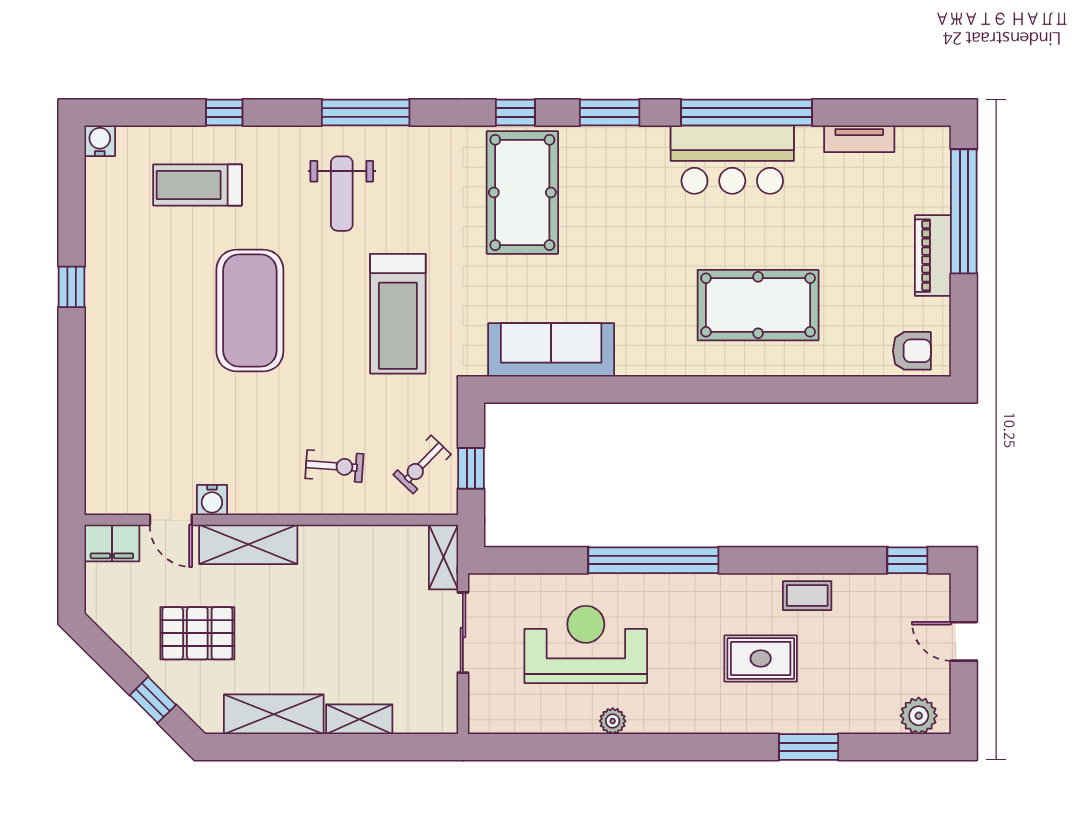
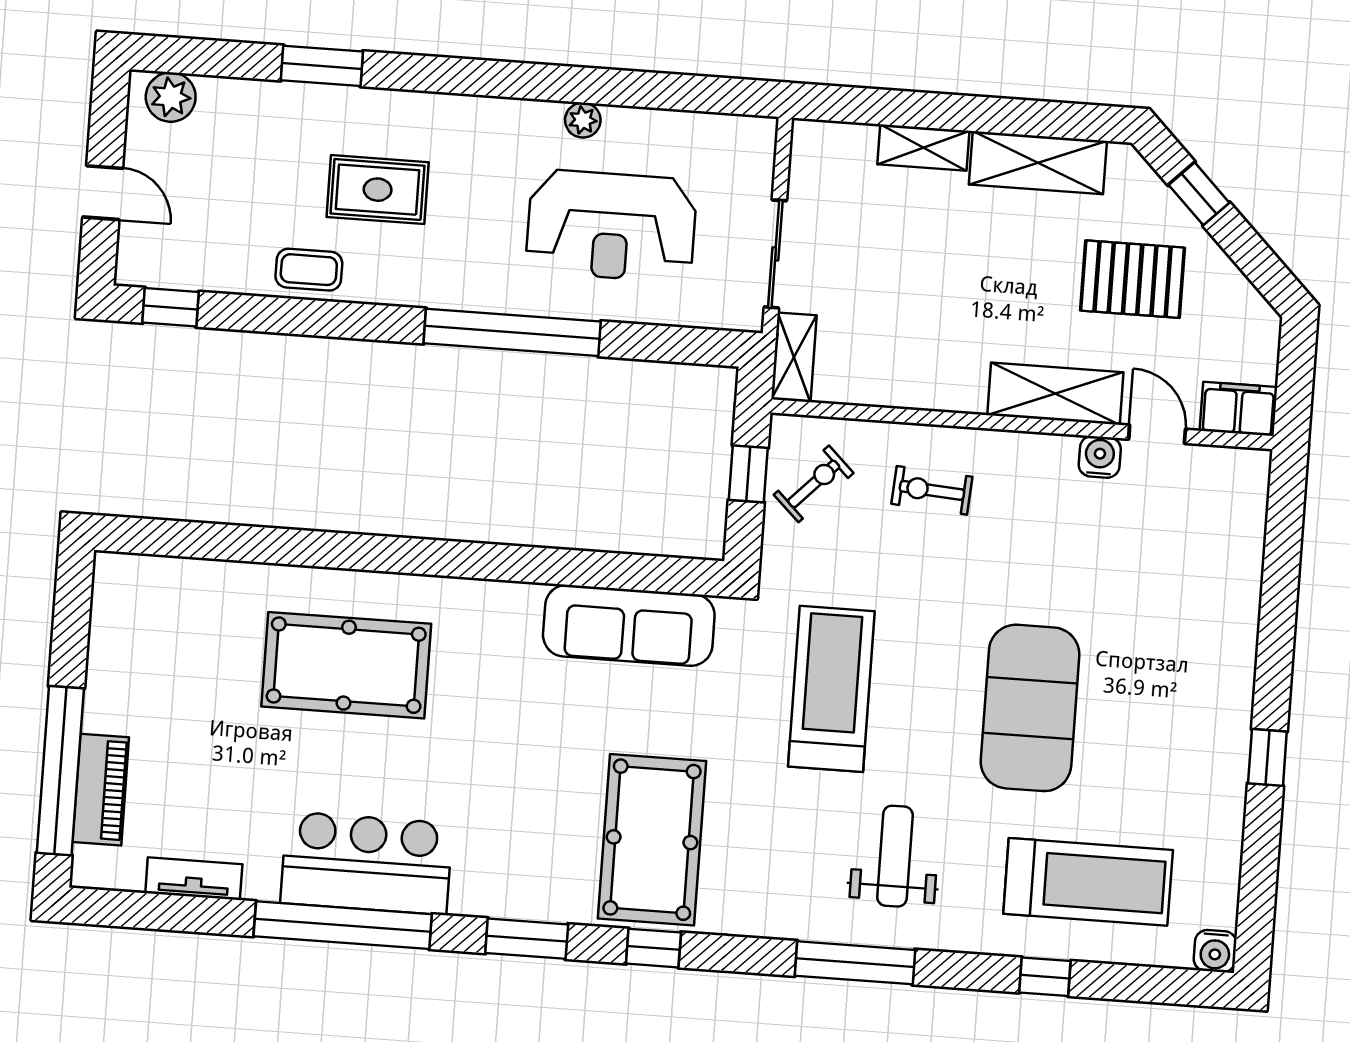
treadmill: (197, 185) -> (1088, 882), width x1.37, depth x1.38
piano: (933, 256) -> (101, 790), moved
armchair: (912, 351) -> (144, 588), removed

